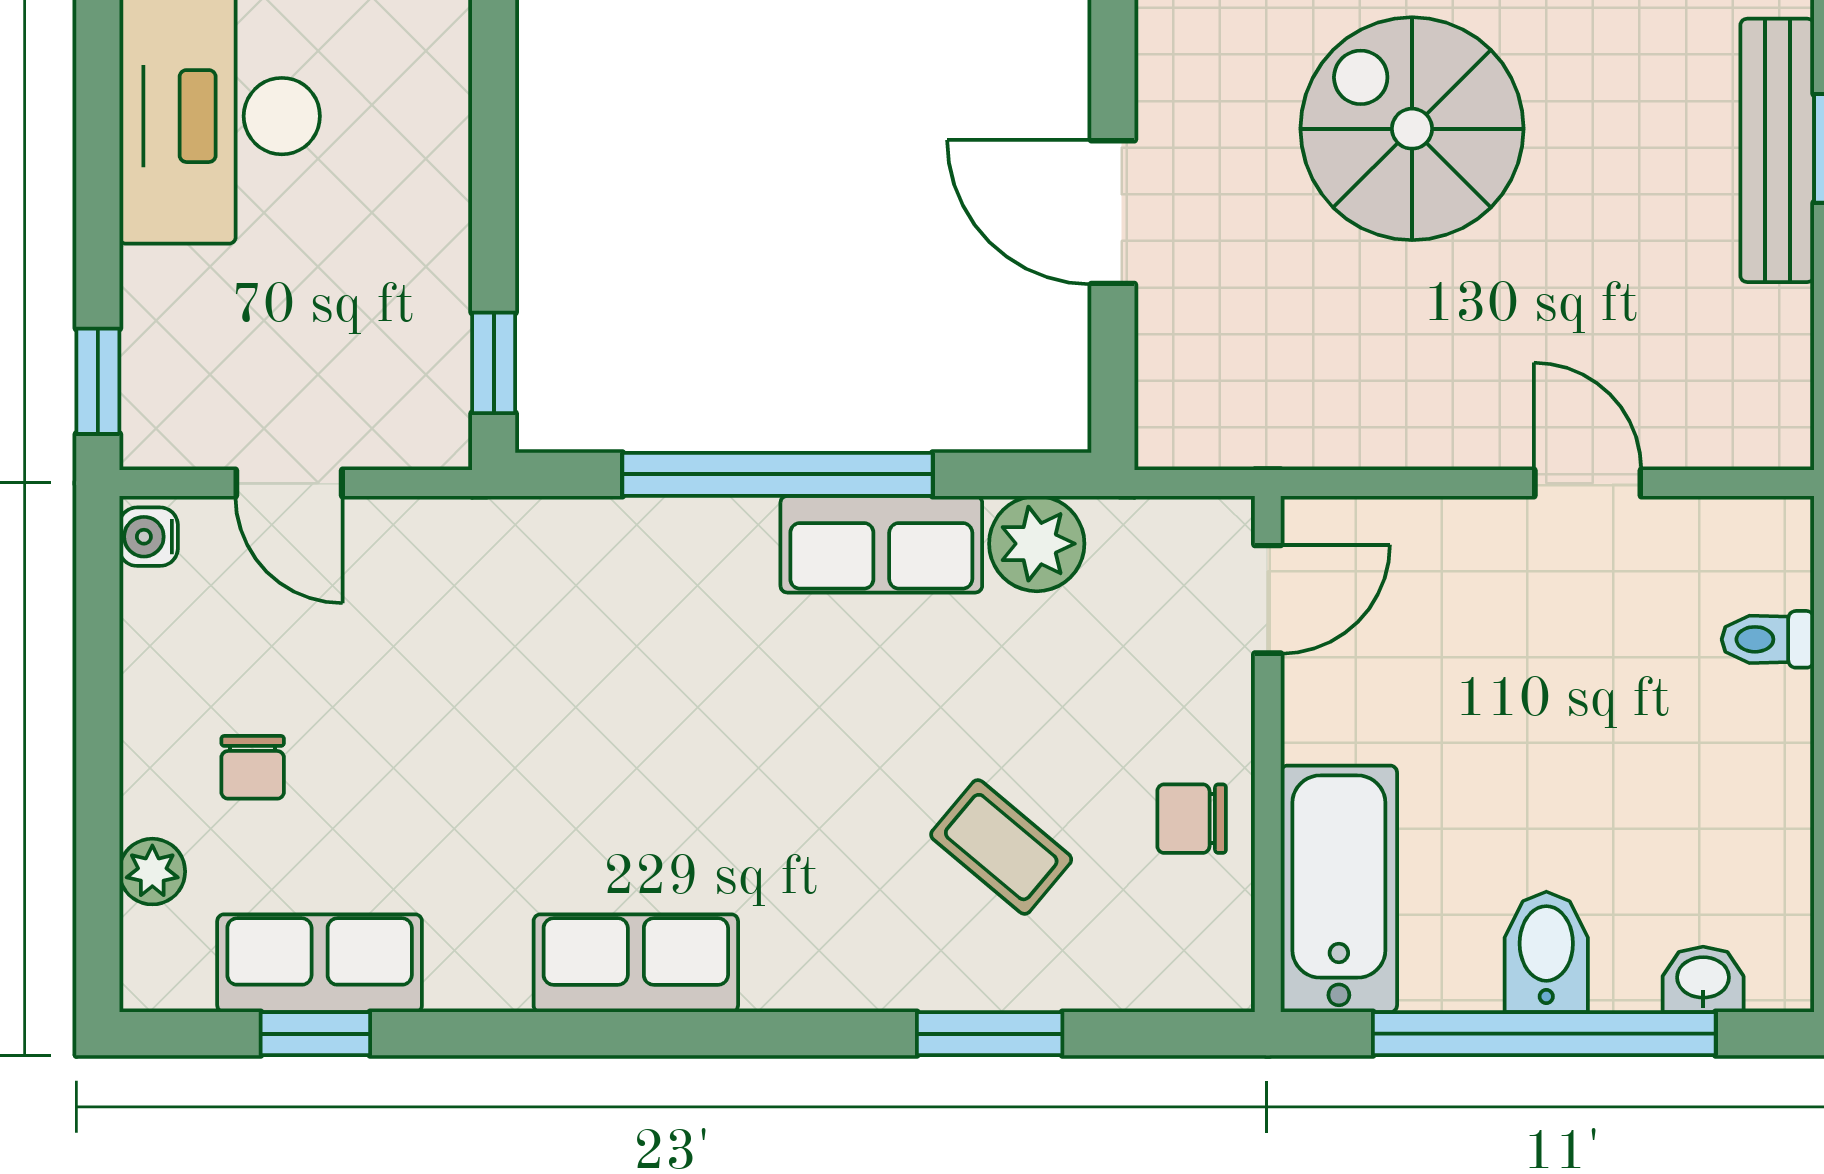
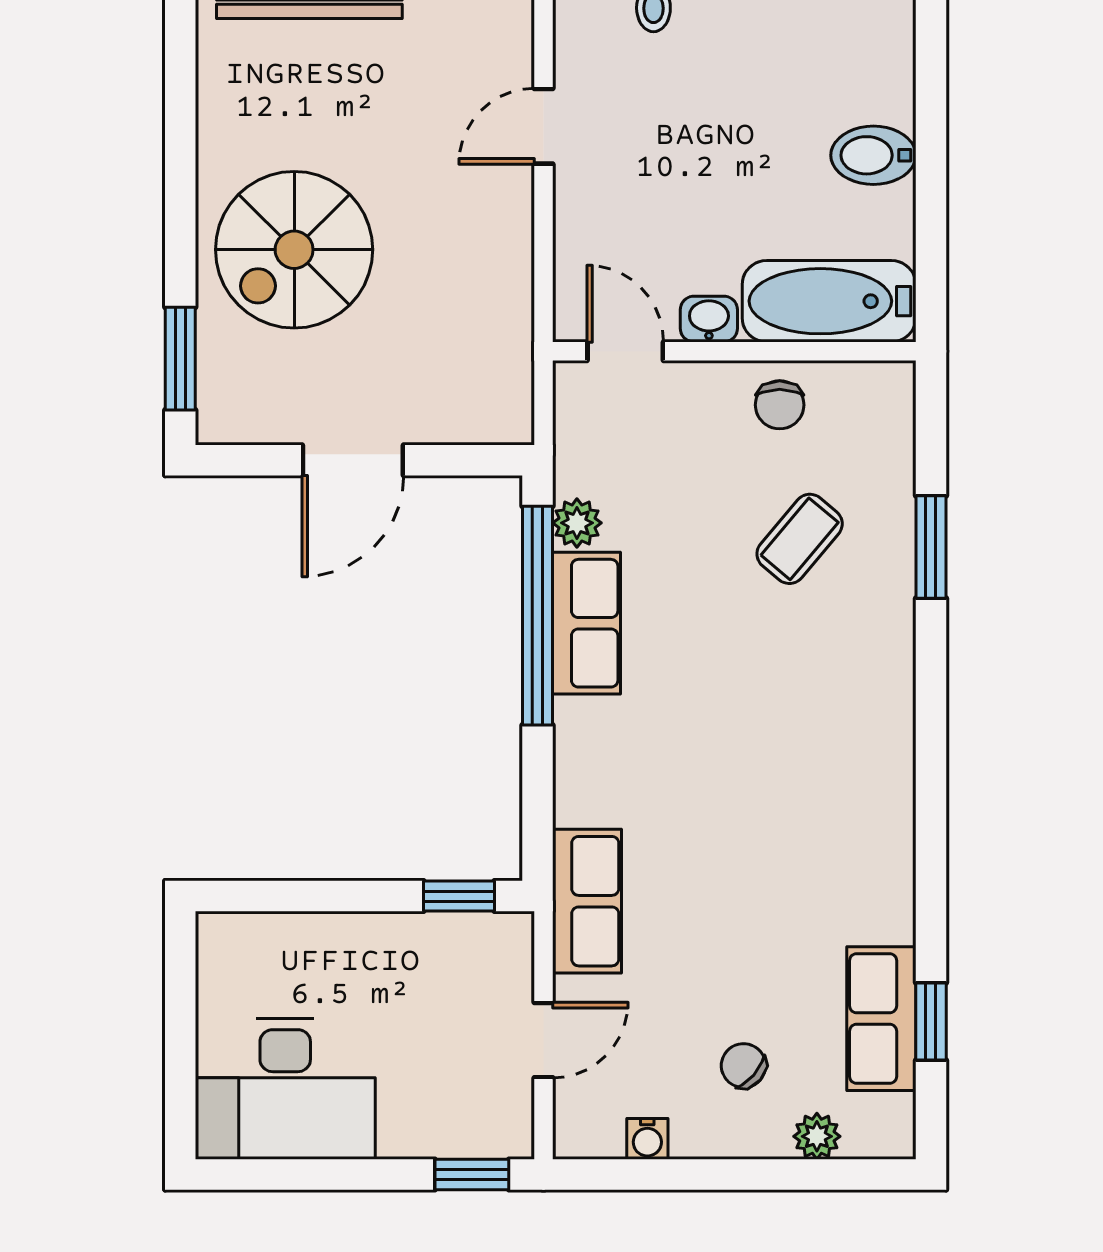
window: (777, 474) -> (537, 616), moved
water cooler: (149, 537) -> (647, 1139), moved
plant: (1037, 544) -> (577, 523), width x0.73, depth x0.73
chair: (253, 767) -> (743, 1066), turned -139
row of seats: (636, 963) -> (587, 901), moved, turned 180
washbasin: (1703, 979) -> (709, 319), moved, turned 90
window: (1544, 1034) -> (931, 157), removed

